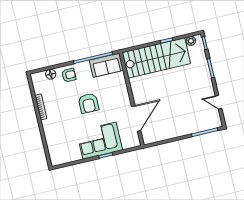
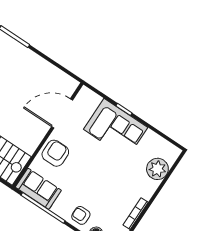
armchair: (88, 103) -> (55, 153), moved
plant: (54, 143) -> (157, 169), added

